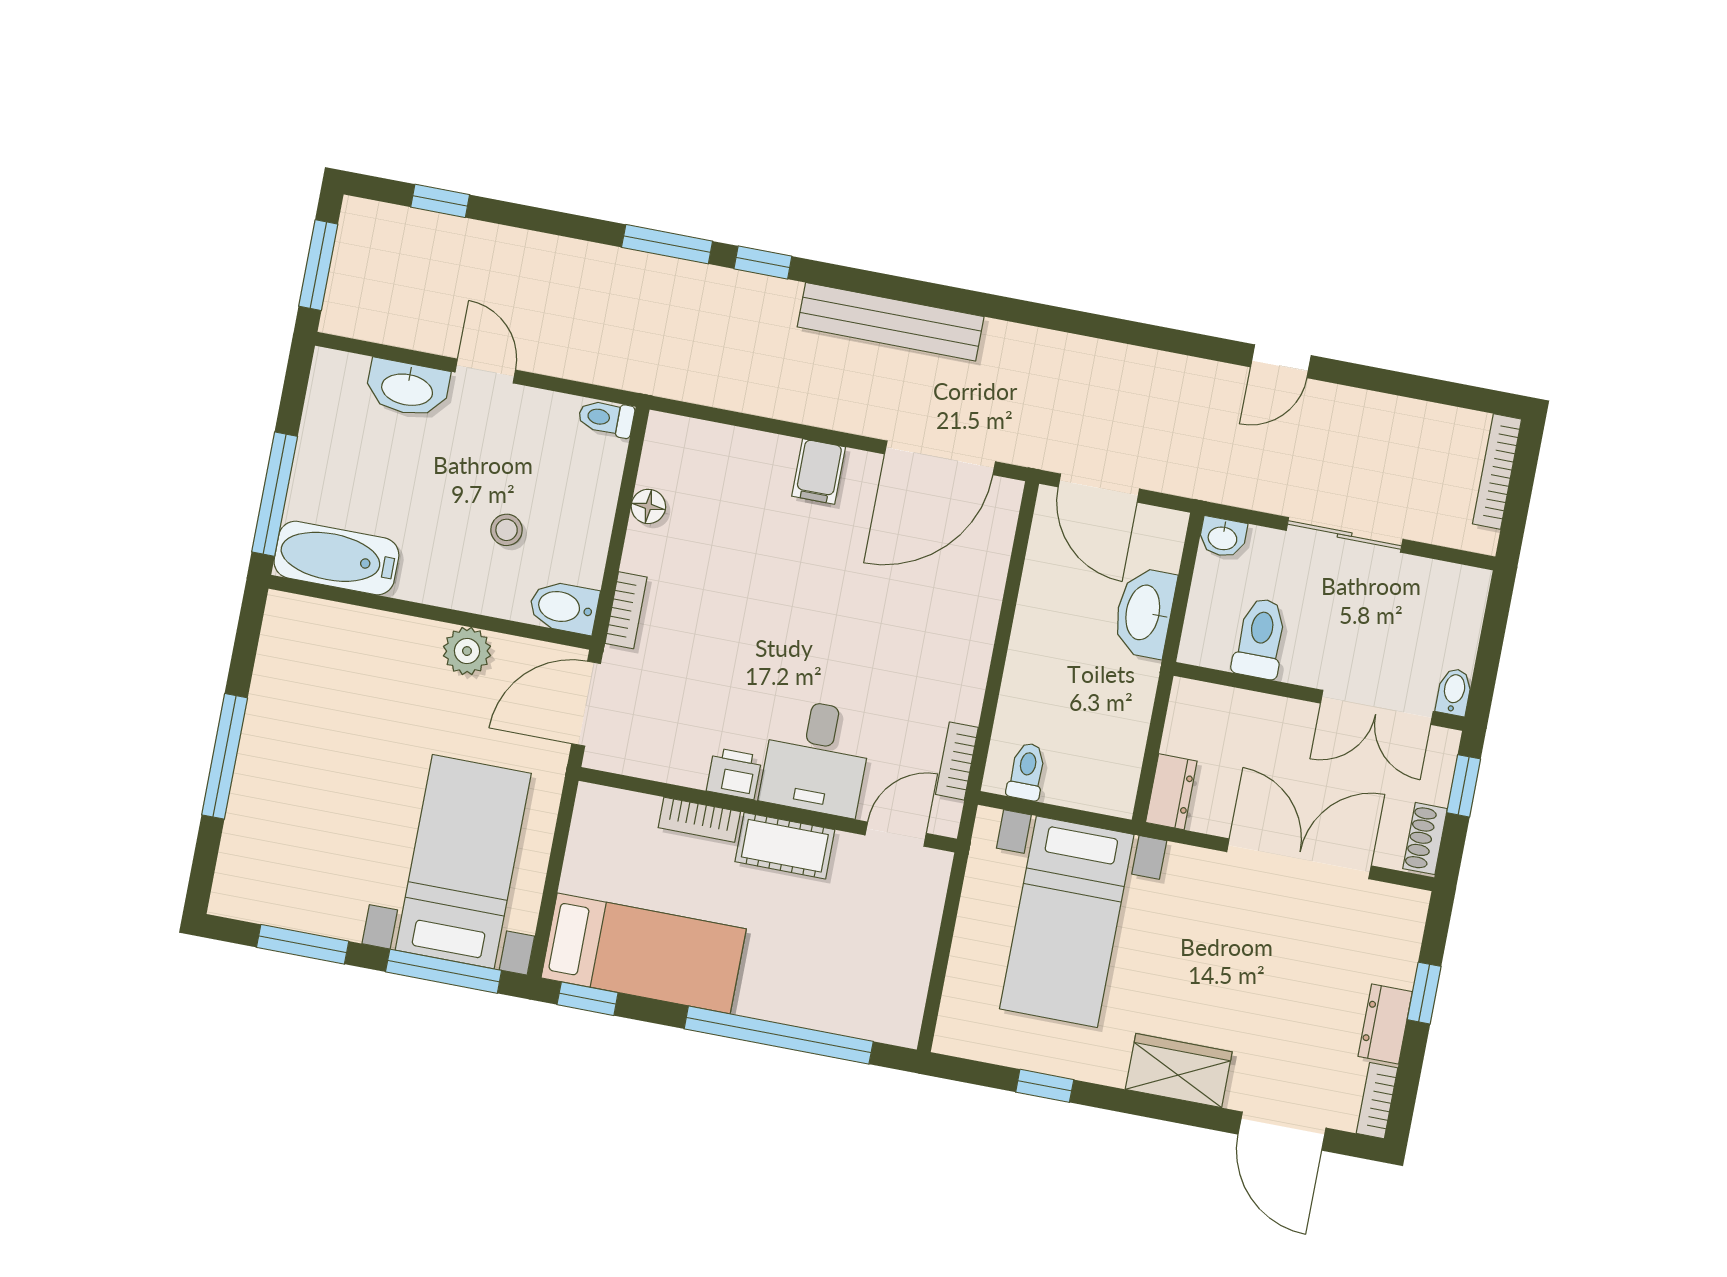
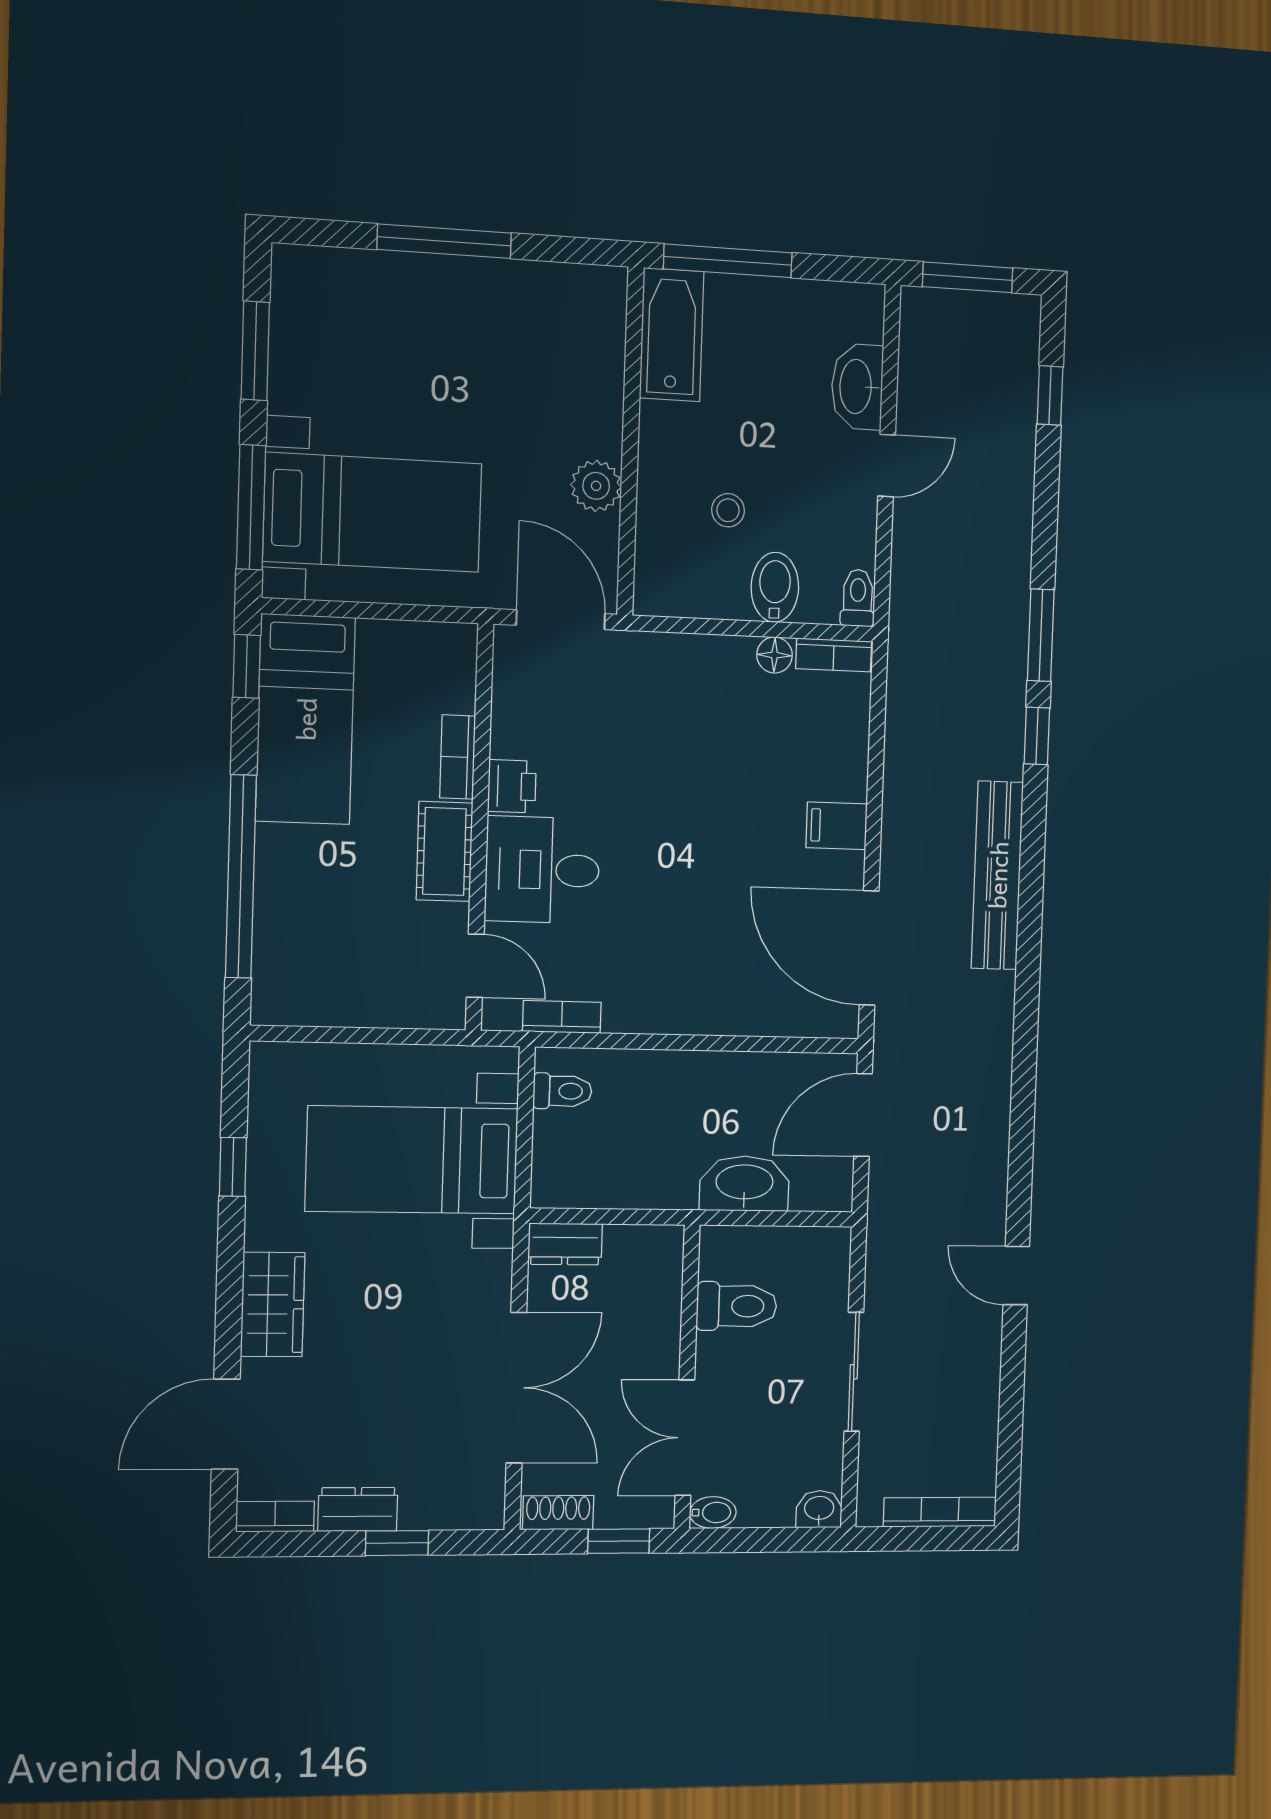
washbasin: (1223, 537) -> (819, 1509), moved, turned 90
bidet: (564, 607) -> (775, 587), moved
bookcase: (626, 610) -> (834, 655), moved

